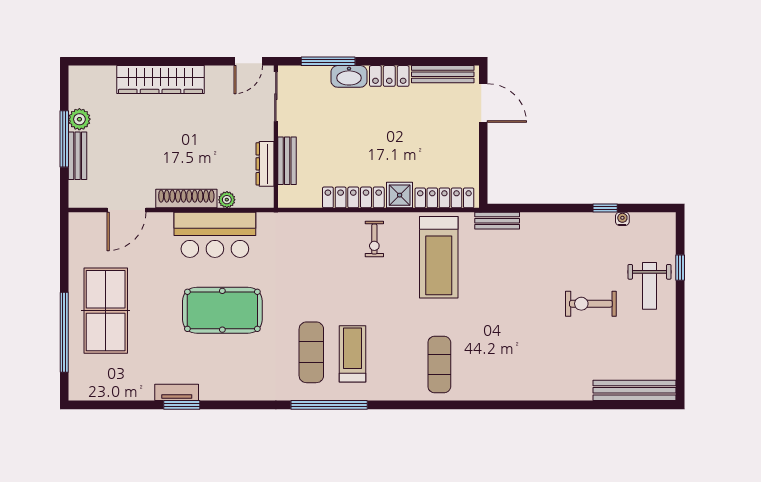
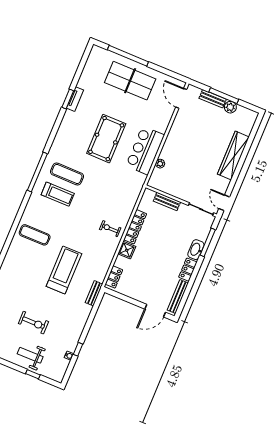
dresser: (265, 164) -> (170, 190), removed
locker: (444, 198) -> (114, 277), width x0.66
shoe rack: (186, 199) -> (169, 144), removed
door: (127, 210) -> (181, 98), moved
treadmill: (439, 257) -> (64, 270), moved, turned 90
exercise bike: (591, 304) -> (33, 323), turned 90

